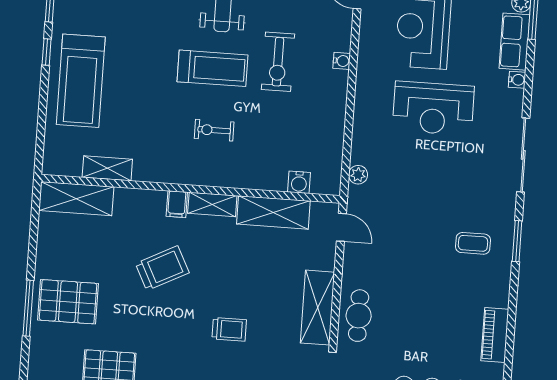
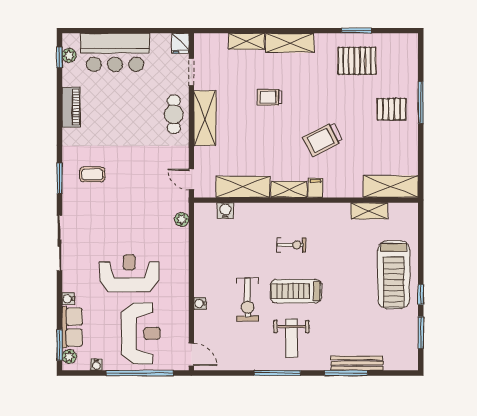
exercise bike: (278, 62) -> (248, 299), turned 180
treadmill: (81, 81) -> (394, 275), turned 180
pallet: (68, 302) -> (391, 109), width x0.67, depth x0.71

